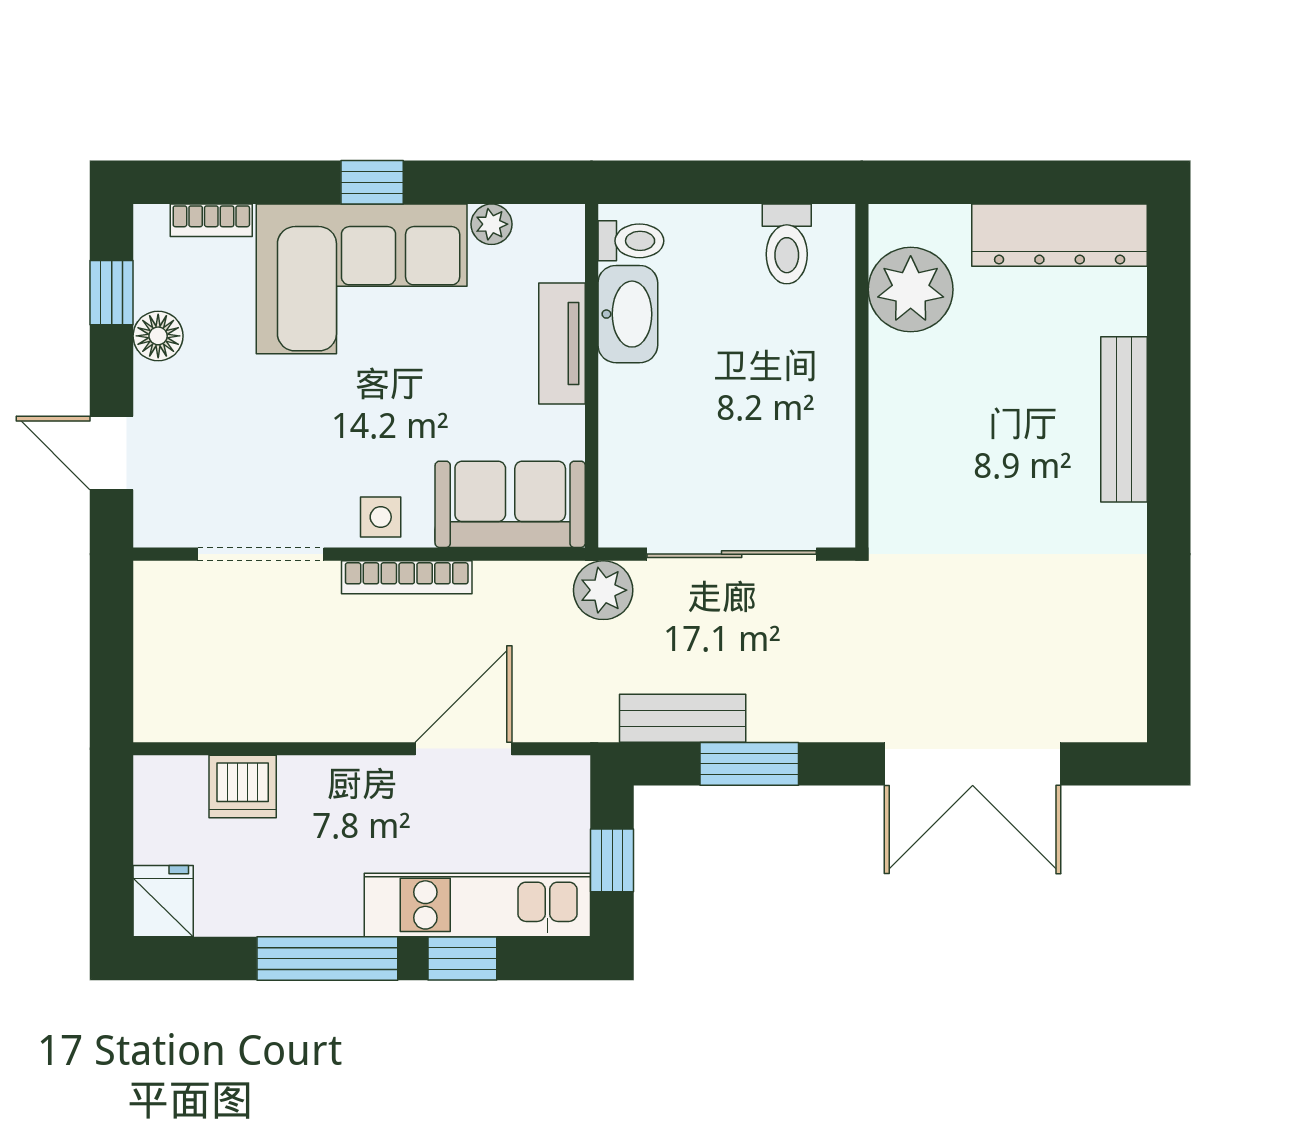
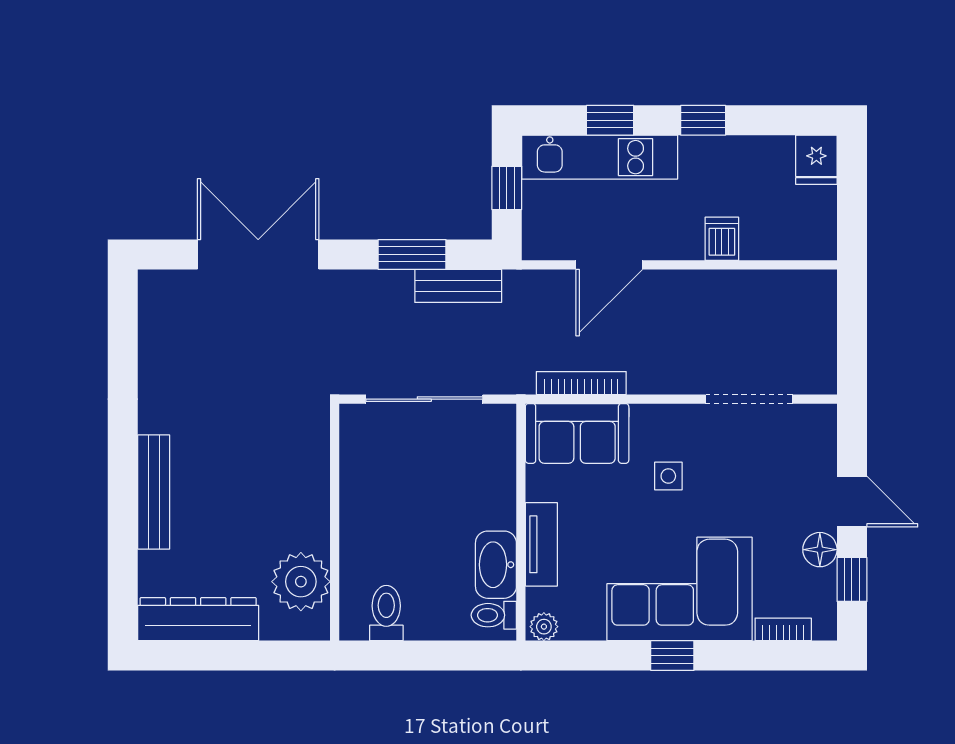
plant: (491, 224) -> (544, 627), moved
door: (112, 453) -> (852, 502), moved
side table: (381, 517) -> (668, 476), moved
bookcase: (407, 577) -> (581, 383), moved
plant: (603, 590) -> (513, 374), removed
dishwasher: (243, 787) -> (722, 239), moved, width x0.73
window: (327, 958) -> (703, 120), width x0.46

